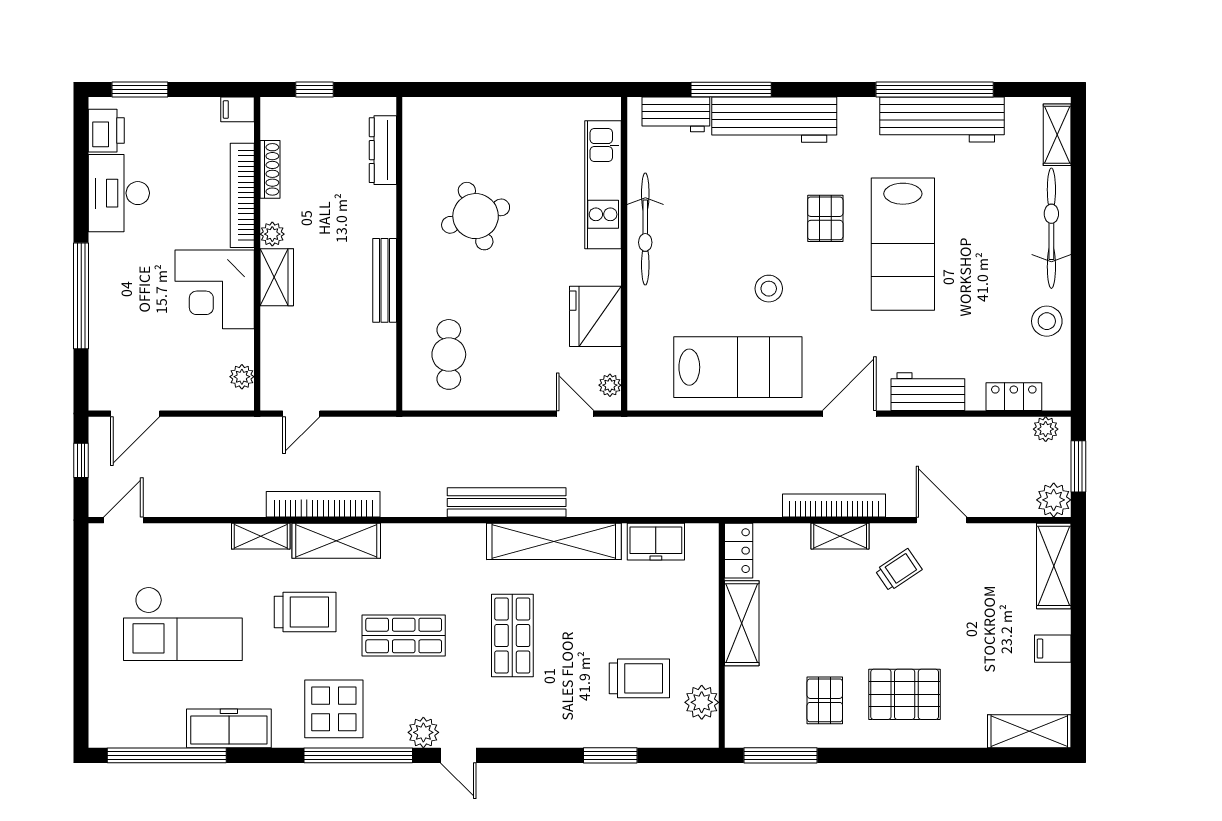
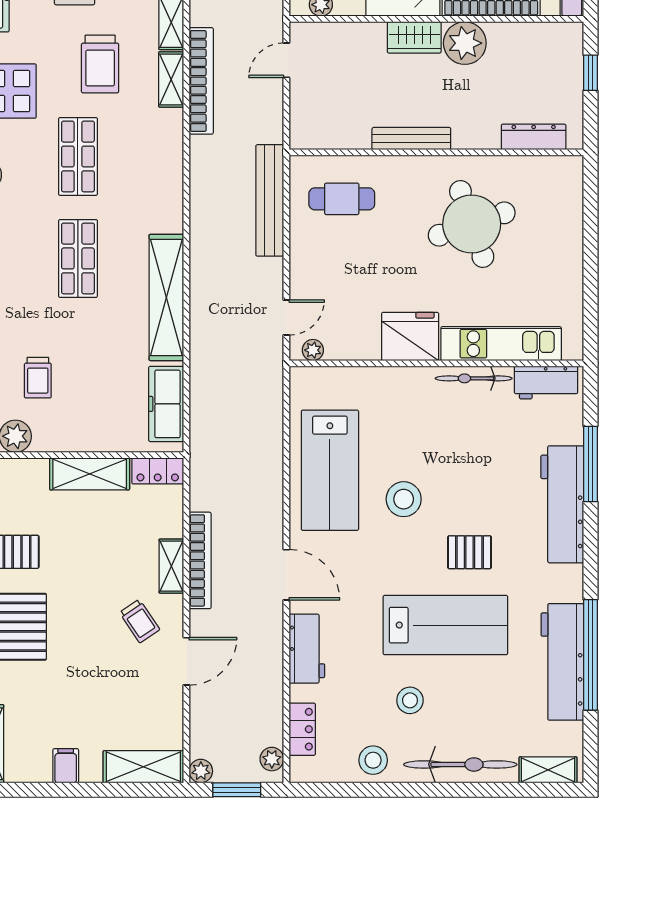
workbench: (676, 114) -> (546, 383), moved, turned -90
shoe rack: (270, 169) -> (516, 31), removed
round table: (476, 216) -> (472, 224), width x1.36, depth x1.36
bicycle: (645, 229) -> (474, 378), width x0.73, depth x0.71
plant: (272, 234) -> (465, 43), width x1.88, depth x1.88
lab bench: (903, 244) -> (445, 625), turned 180
stool: (983, 282) -> (410, 700), added
stool: (769, 289) -> (404, 499), width x1.38, depth x1.38
fridge: (595, 316) -> (410, 336), moved
door: (301, 414) -> (286, 60), hinge flipped
plant: (1054, 500) -> (201, 771), width x0.73, depth x0.73
bench: (507, 502) -> (270, 200), moved
shelving: (336, 541) -> (171, 79), width x0.67, depth x0.75
freezer: (656, 542) -> (166, 404), width x1.40
shop shelf: (512, 636) -> (78, 258), turned 90
trolley: (639, 678) -> (38, 378), width x0.73, depth x0.72

